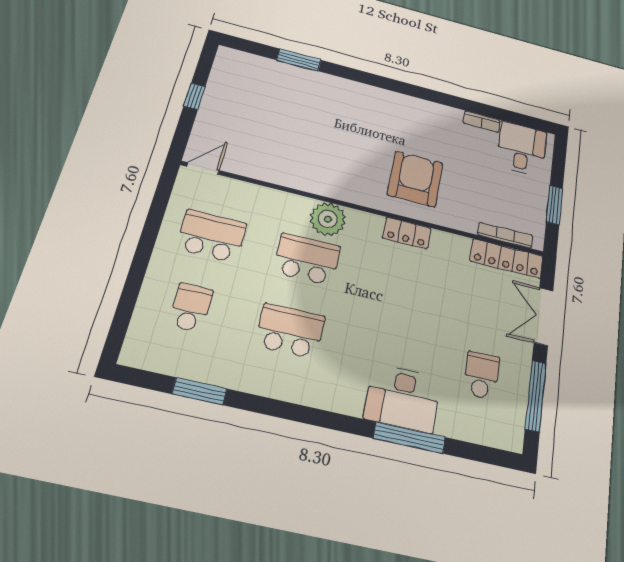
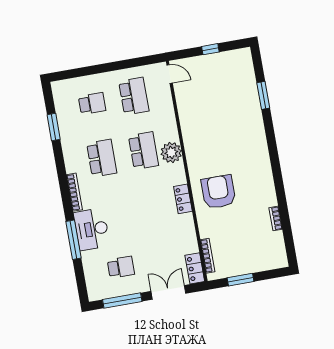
desk: (522, 149) -> (269, 249), removed
armchair: (415, 179) -> (218, 192), turned -90
locker: (506, 258) -> (195, 268), width x0.66
bookcase: (329, 402) -> (74, 192), added

